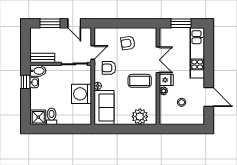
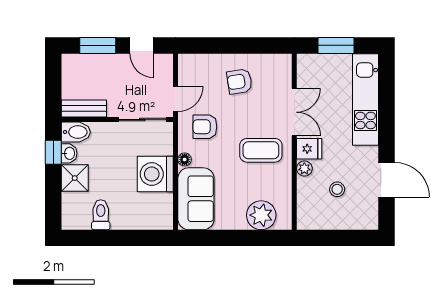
shower: (38, 117) -> (75, 178), moved

